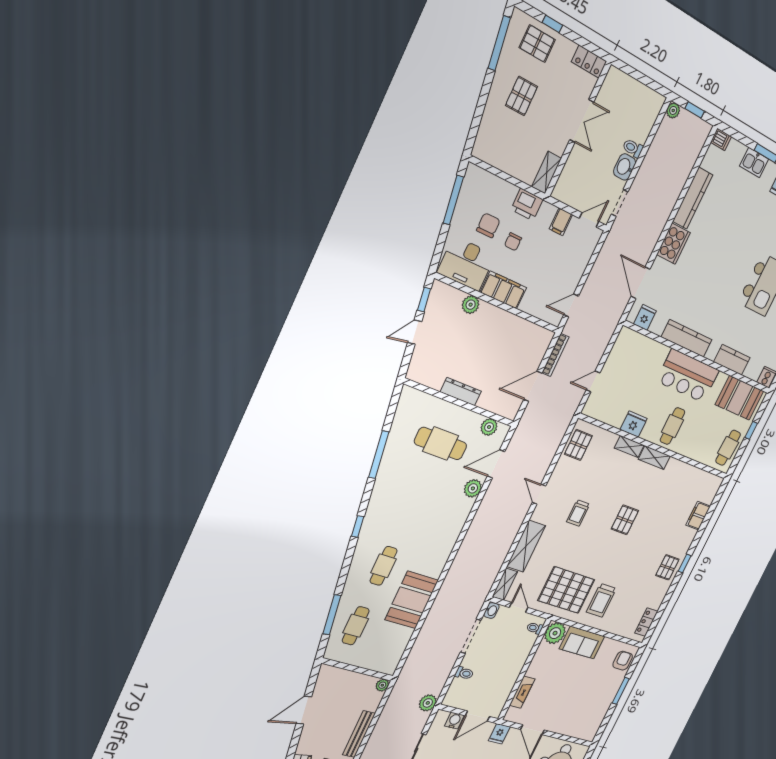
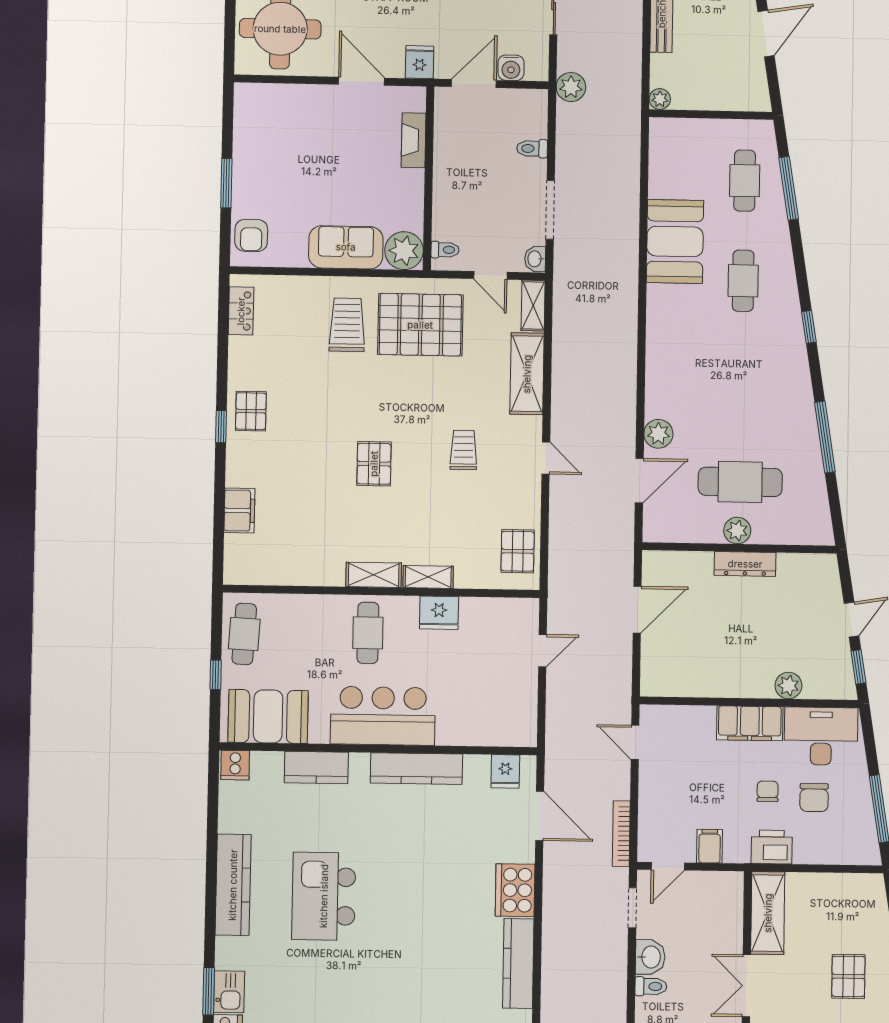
shelving: (547, 173) -> (768, 913), width x1.50, depth x1.33
door: (571, 305) -> (635, 742), swing flipped
bookcase: (555, 355) -> (621, 834), moved
plant: (489, 427) -> (737, 531), moved

